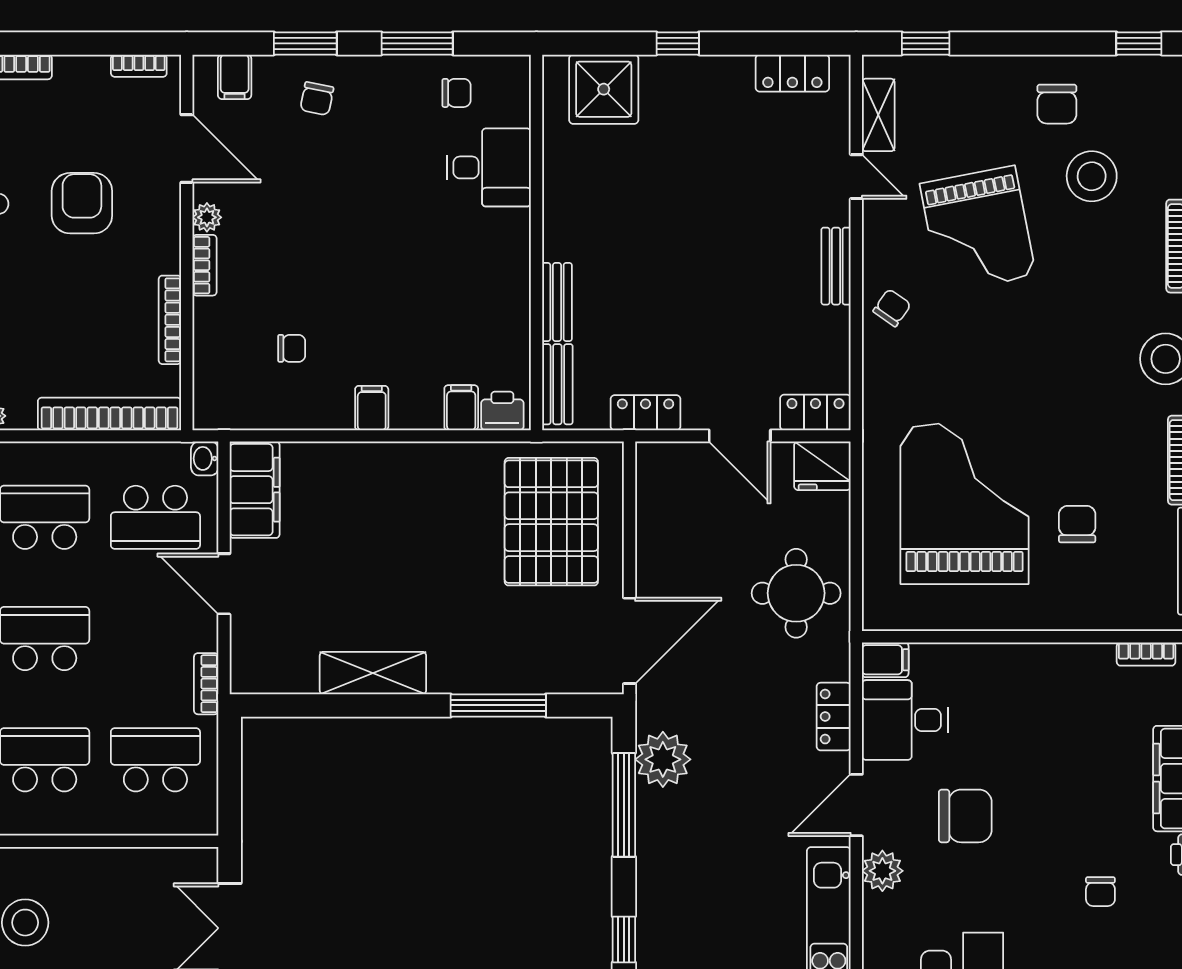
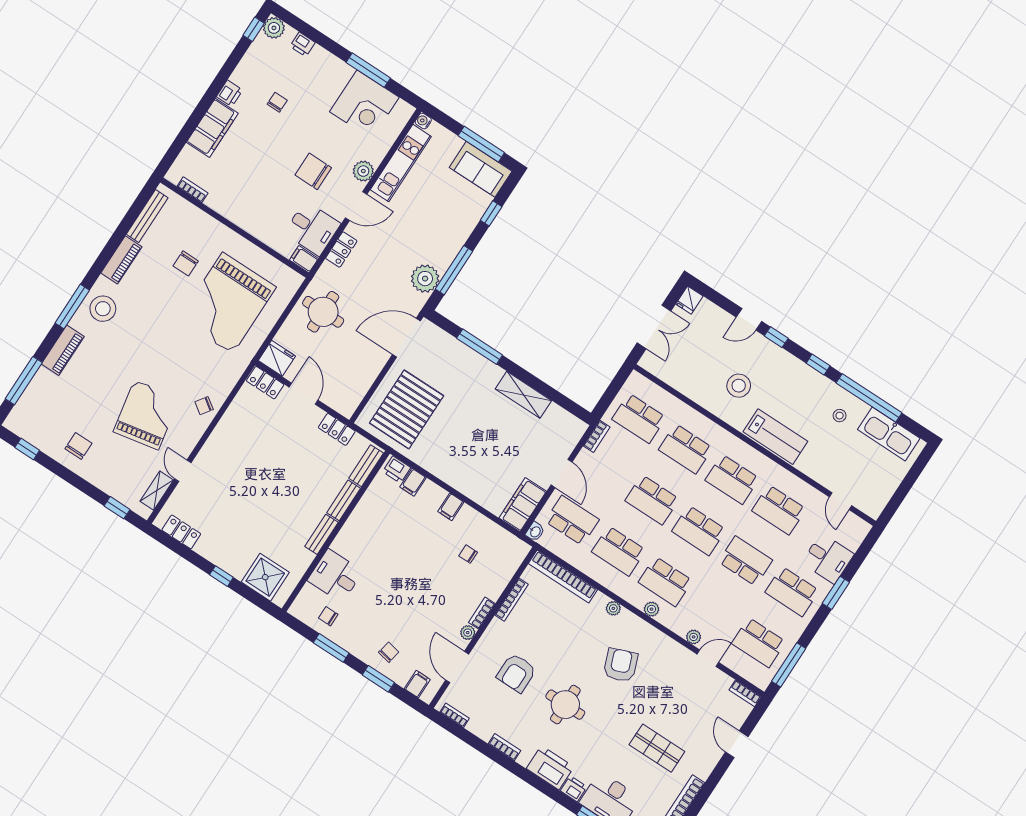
stool: (1092, 176) -> (84, 406), removed
bench: (836, 266) -> (321, 534), moved

